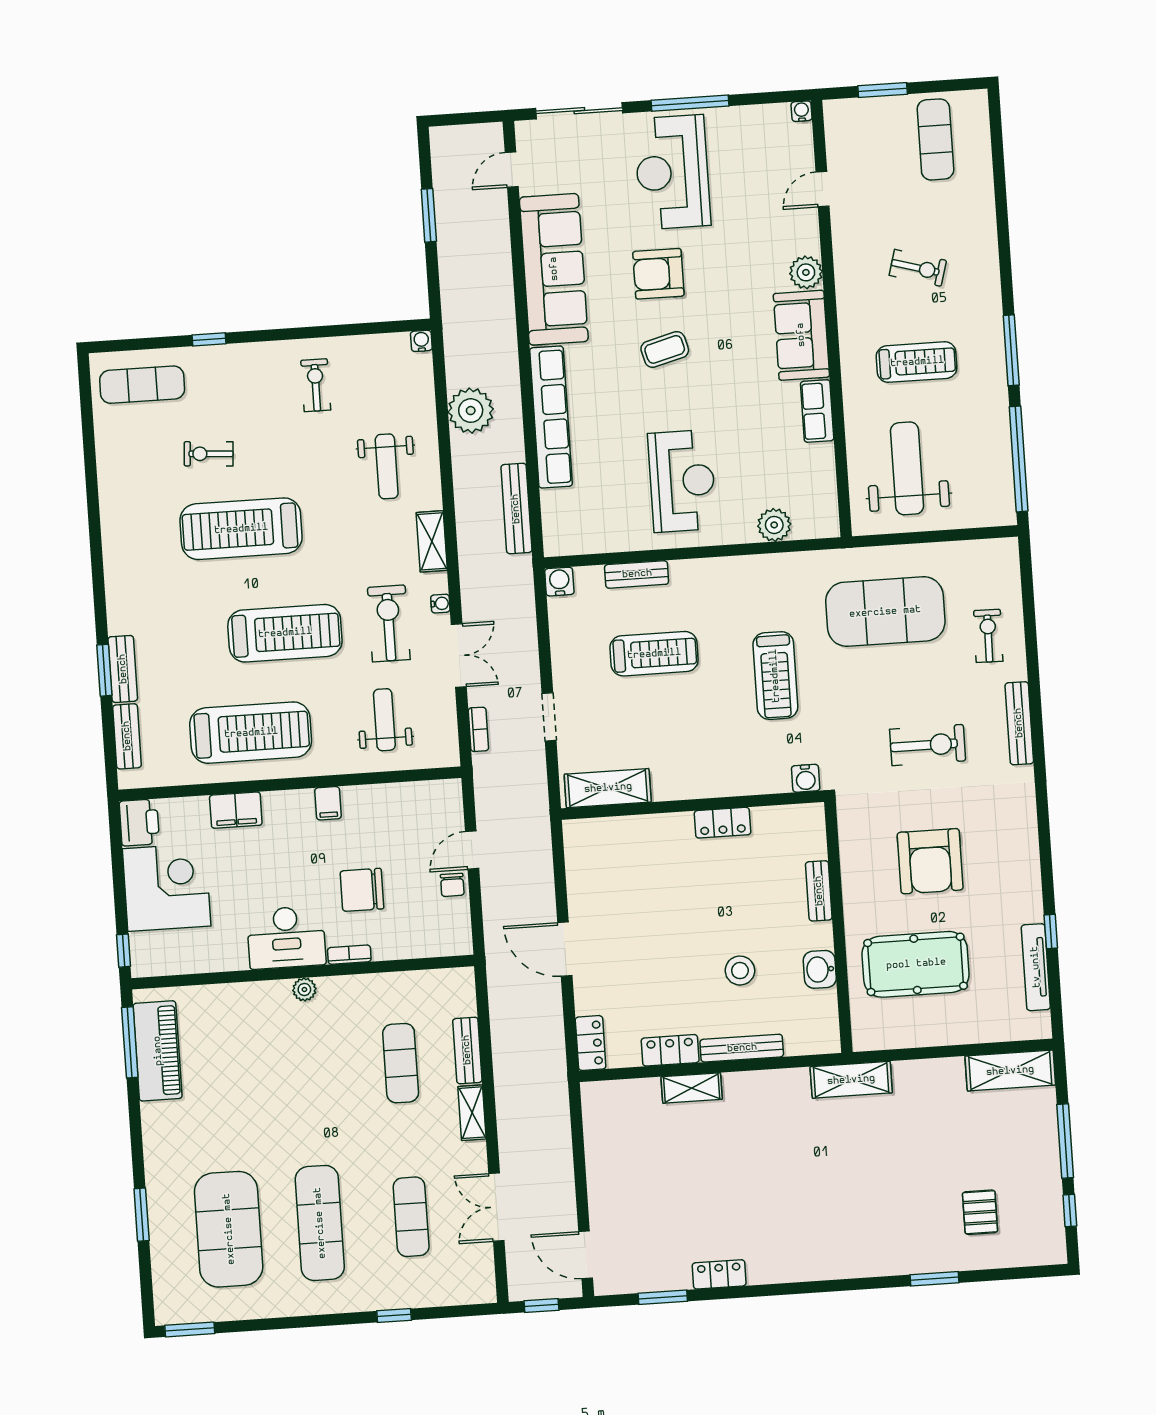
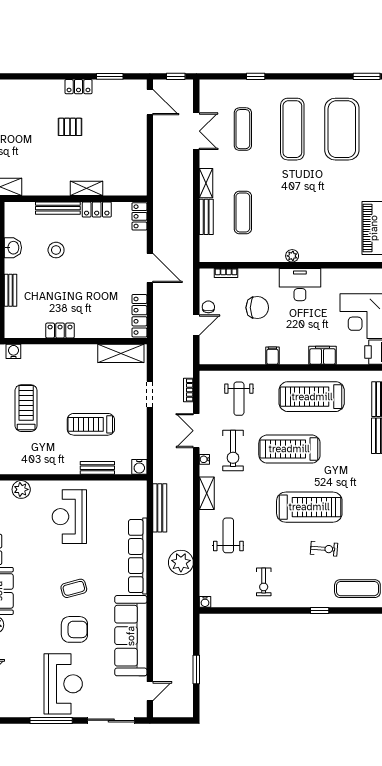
locker: (578, 860) -> (139, 316), added
bookcase: (349, 955) -> (226, 273), moved
pallet: (730, 1199) -> (70, 127), added

